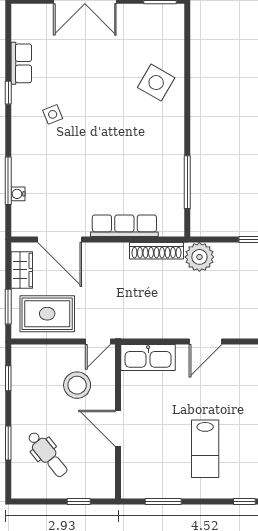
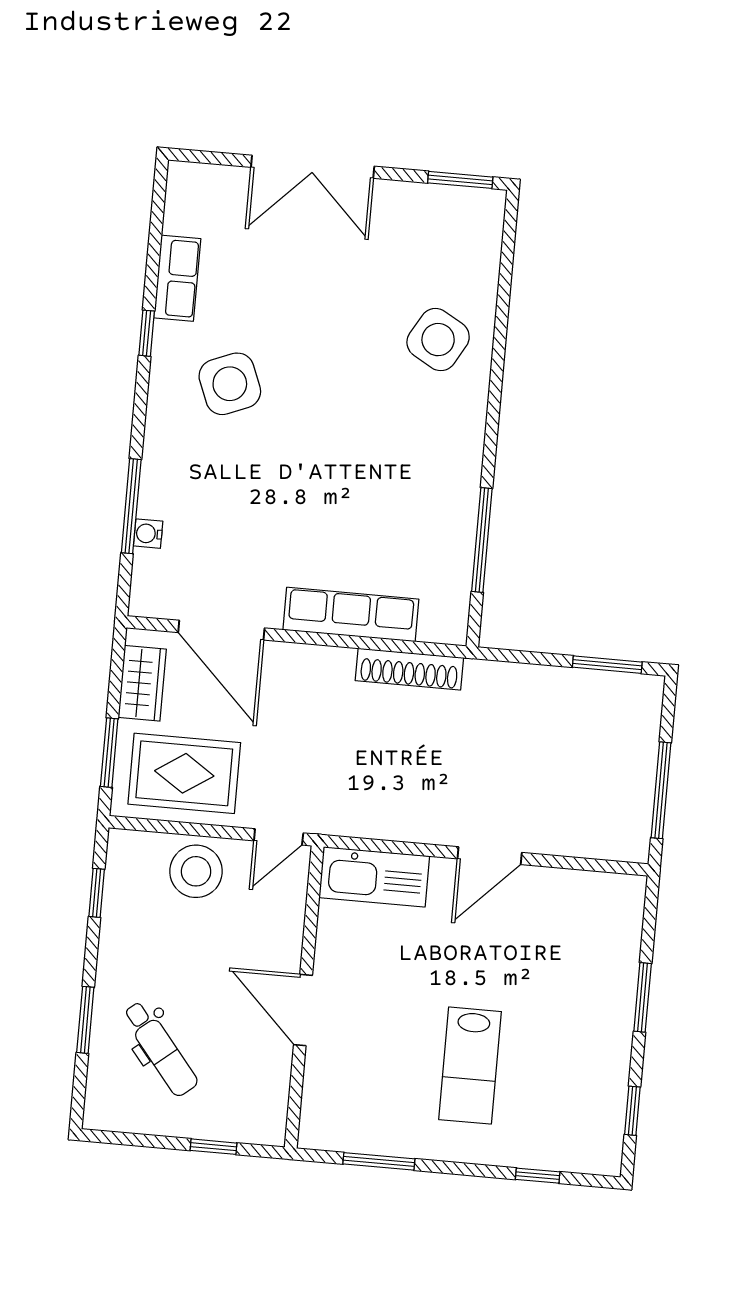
side table: (53, 114) -> (230, 384), width x1.87, depth x1.87
plant: (199, 257) -> (492, 689), removed
stool: (77, 385) -> (196, 871), moved

